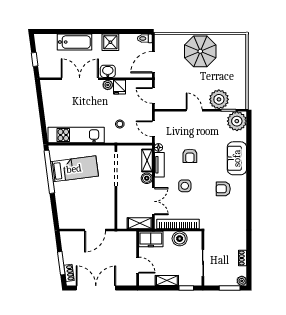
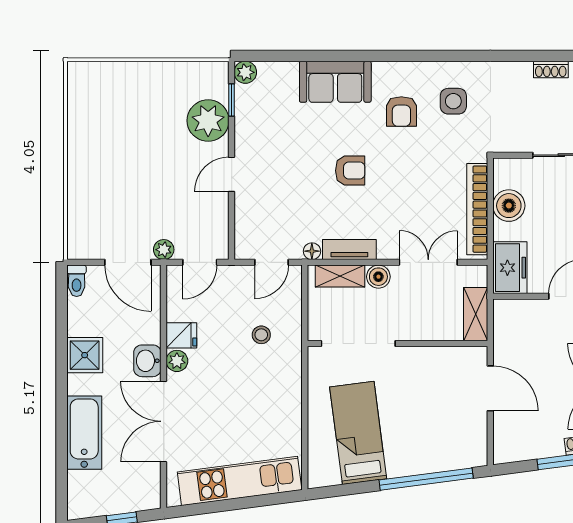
parasol: (200, 51) -> (104, 161), removed
plant: (159, 79) -> (164, 250), added
plant: (237, 121) -> (245, 72), width x0.53, depth x0.53
kitchen unit: (76, 135) -> (240, 481), moved, turned 83
armchair: (190, 156) -> (350, 171), moved
window: (49, 172) -> (426, 479), moved
side table: (185, 186) -> (453, 101), moved
shelving: (140, 223) -> (476, 314), moved

